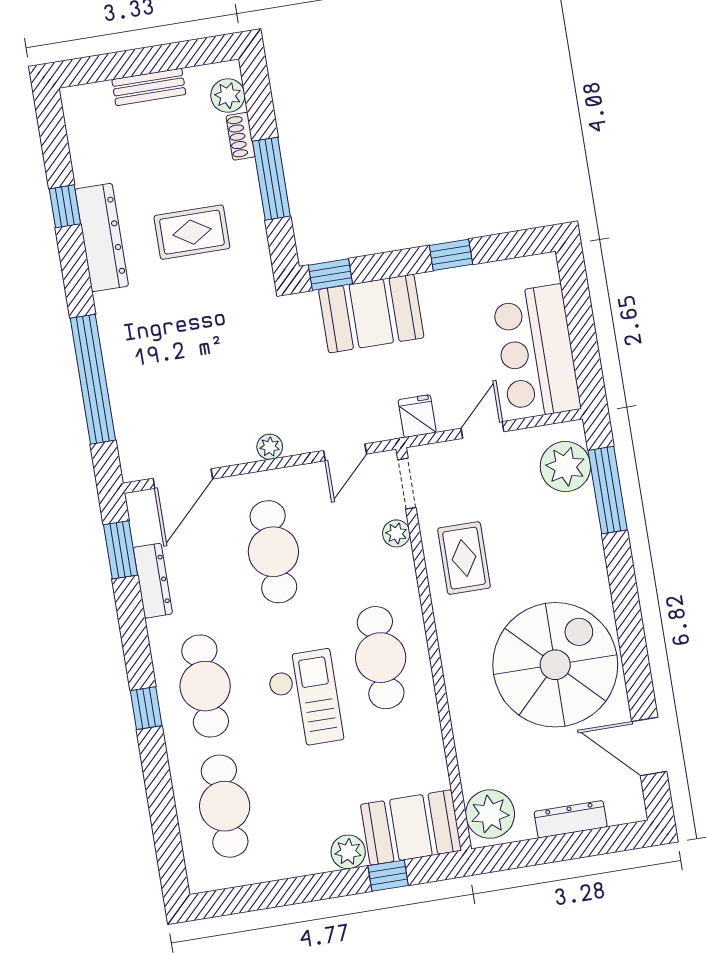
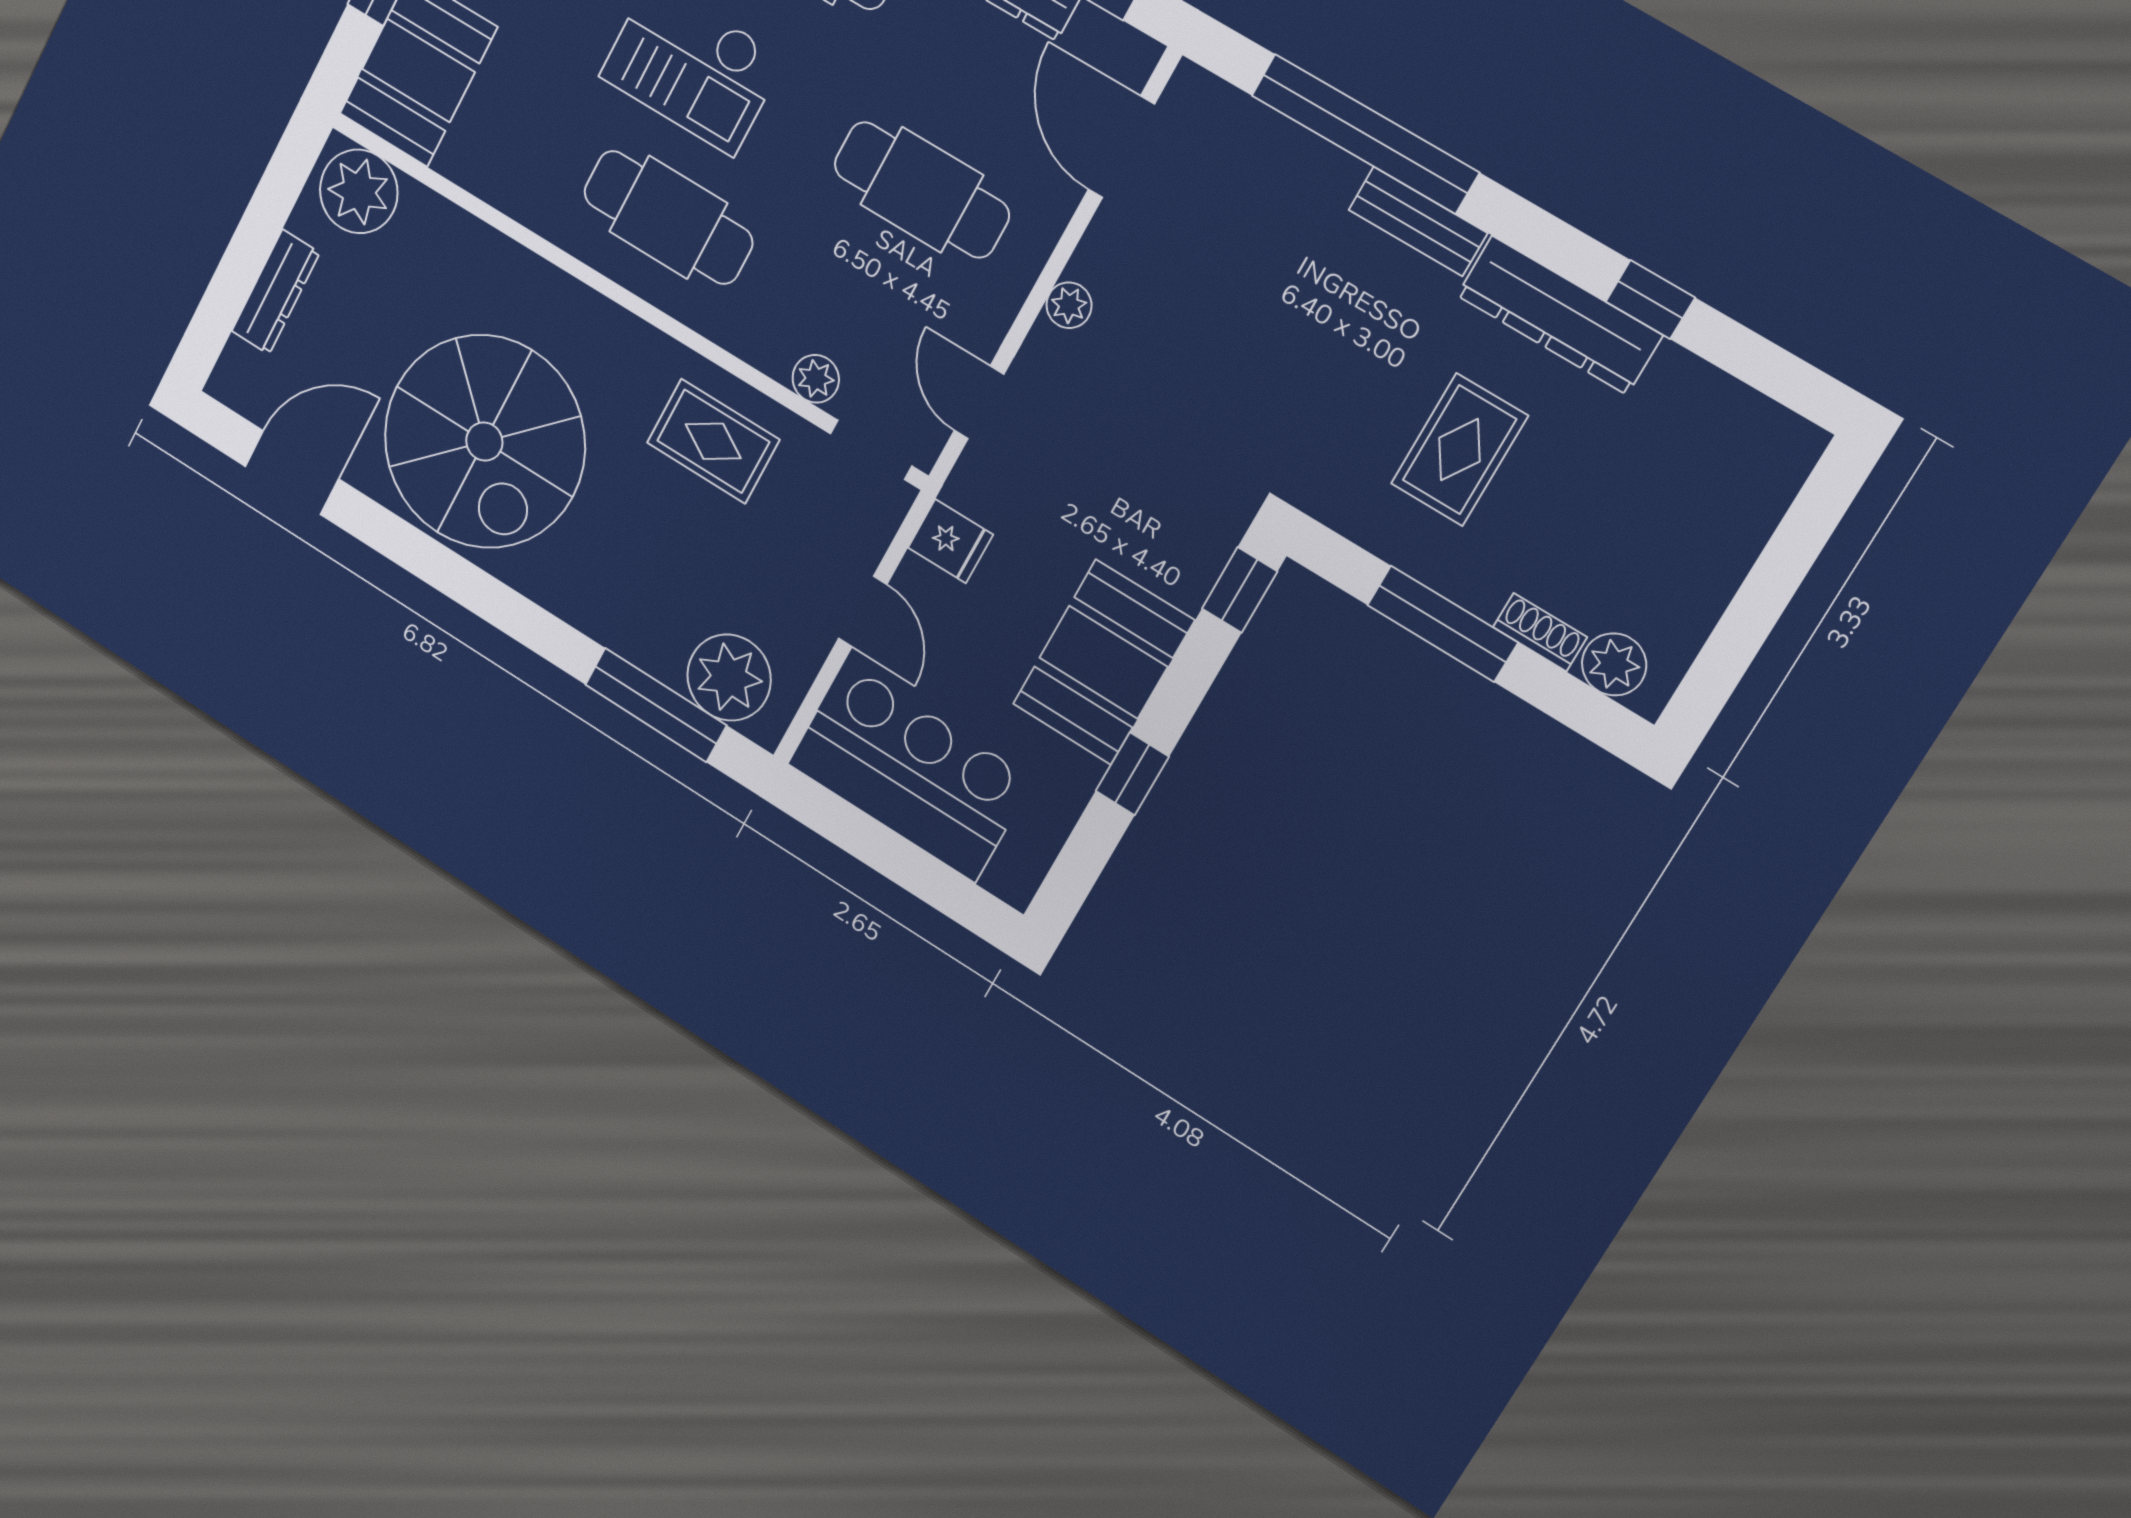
bench: (149, 87) -> (1418, 221), moved, turned 90
booth: (371, 314) -> (1103, 662), moved

